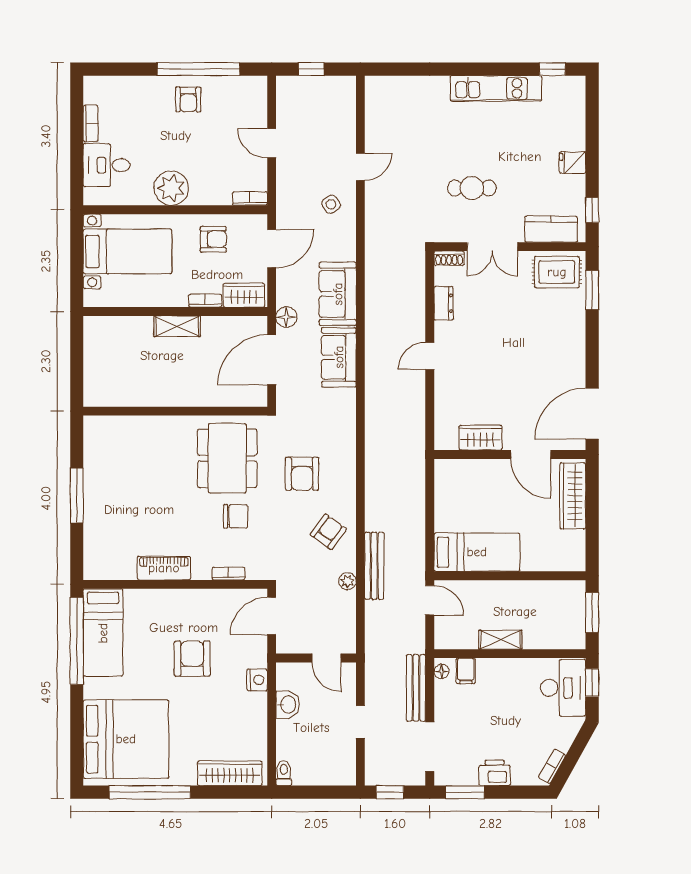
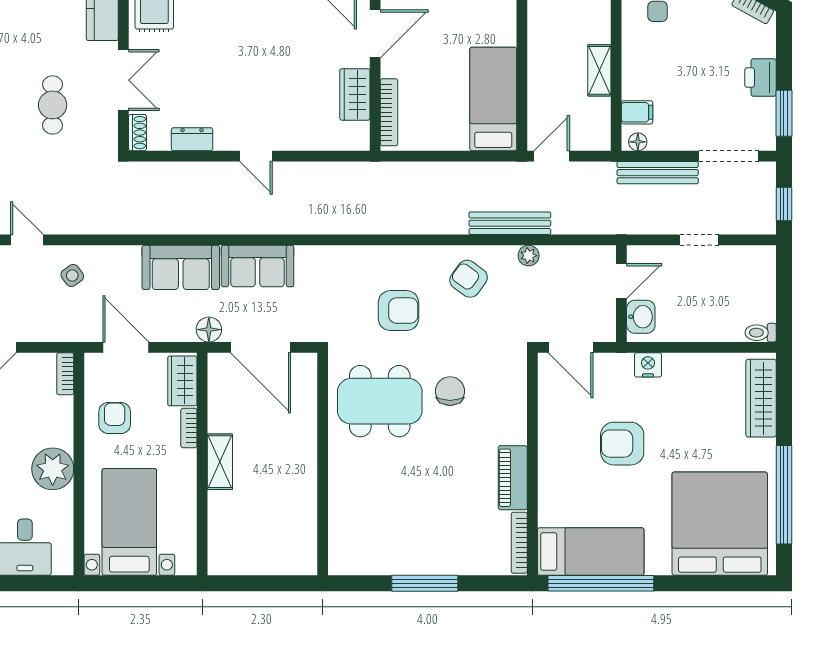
bookcase: (466, 466) -> (389, 112), added
bookcase: (228, 574) -> (519, 543), moved, width x1.56
washbasin: (288, 704) -> (641, 317), moved, turned 90

